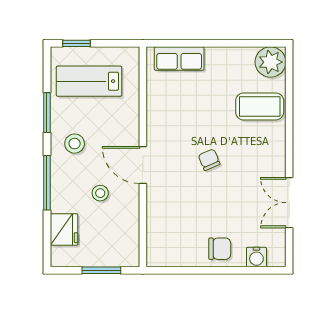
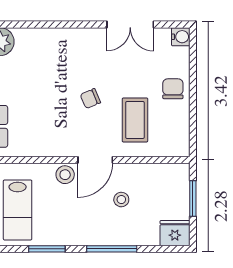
coffee table: (260, 106) -> (135, 120), moved
stool: (75, 144) -> (65, 175), moved
fridge: (64, 229) -> (175, 233), moved
water cooler: (256, 257) -> (181, 37), moved

